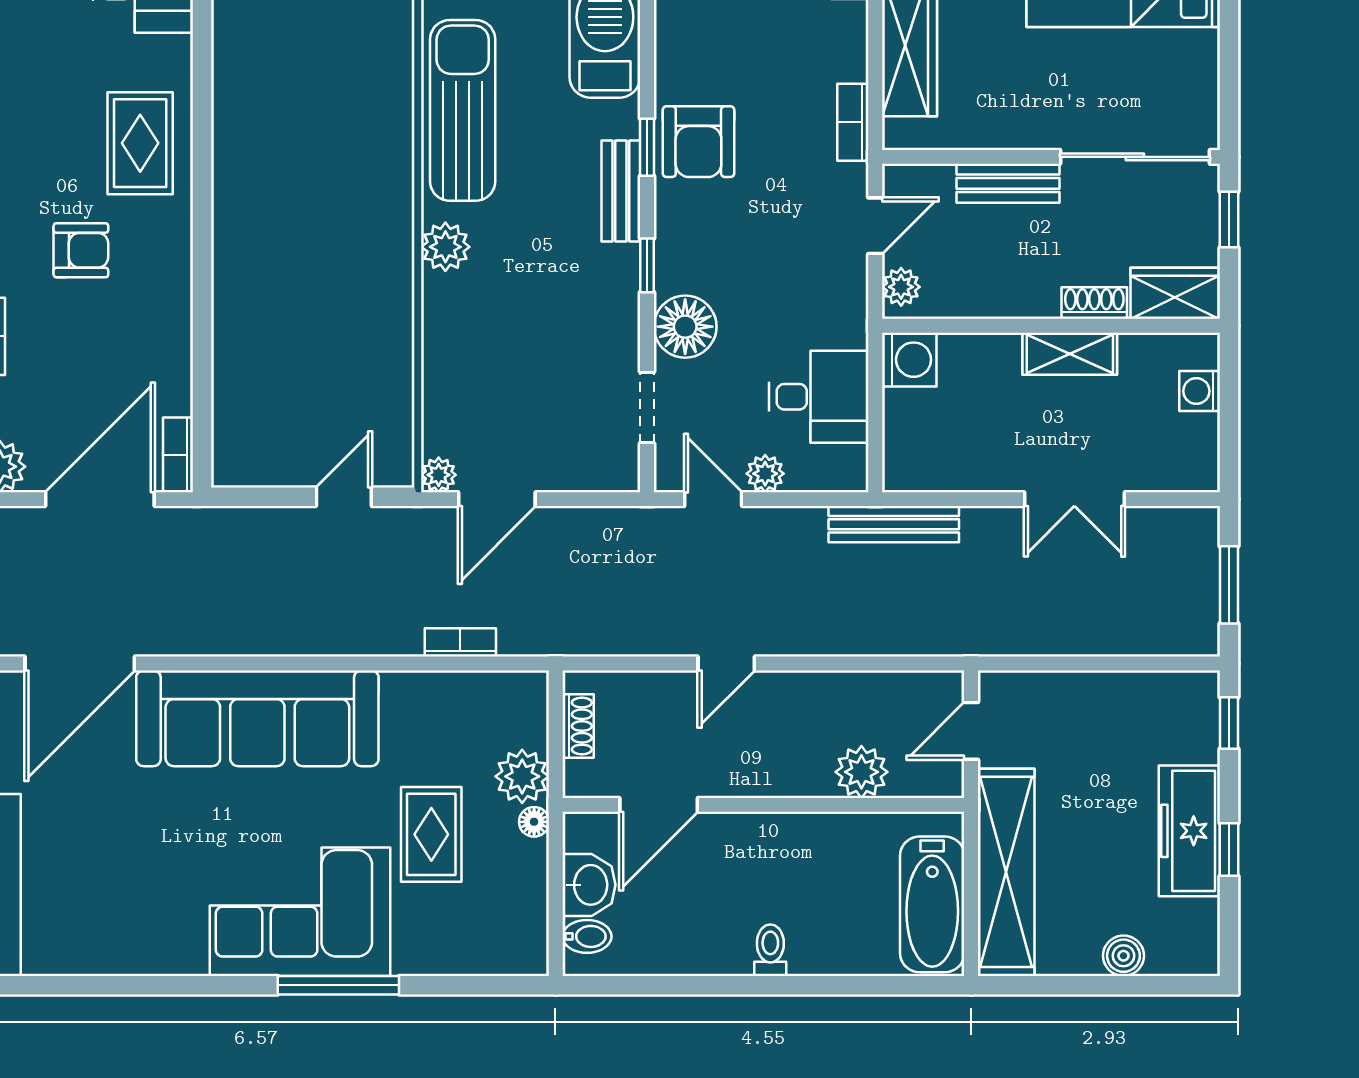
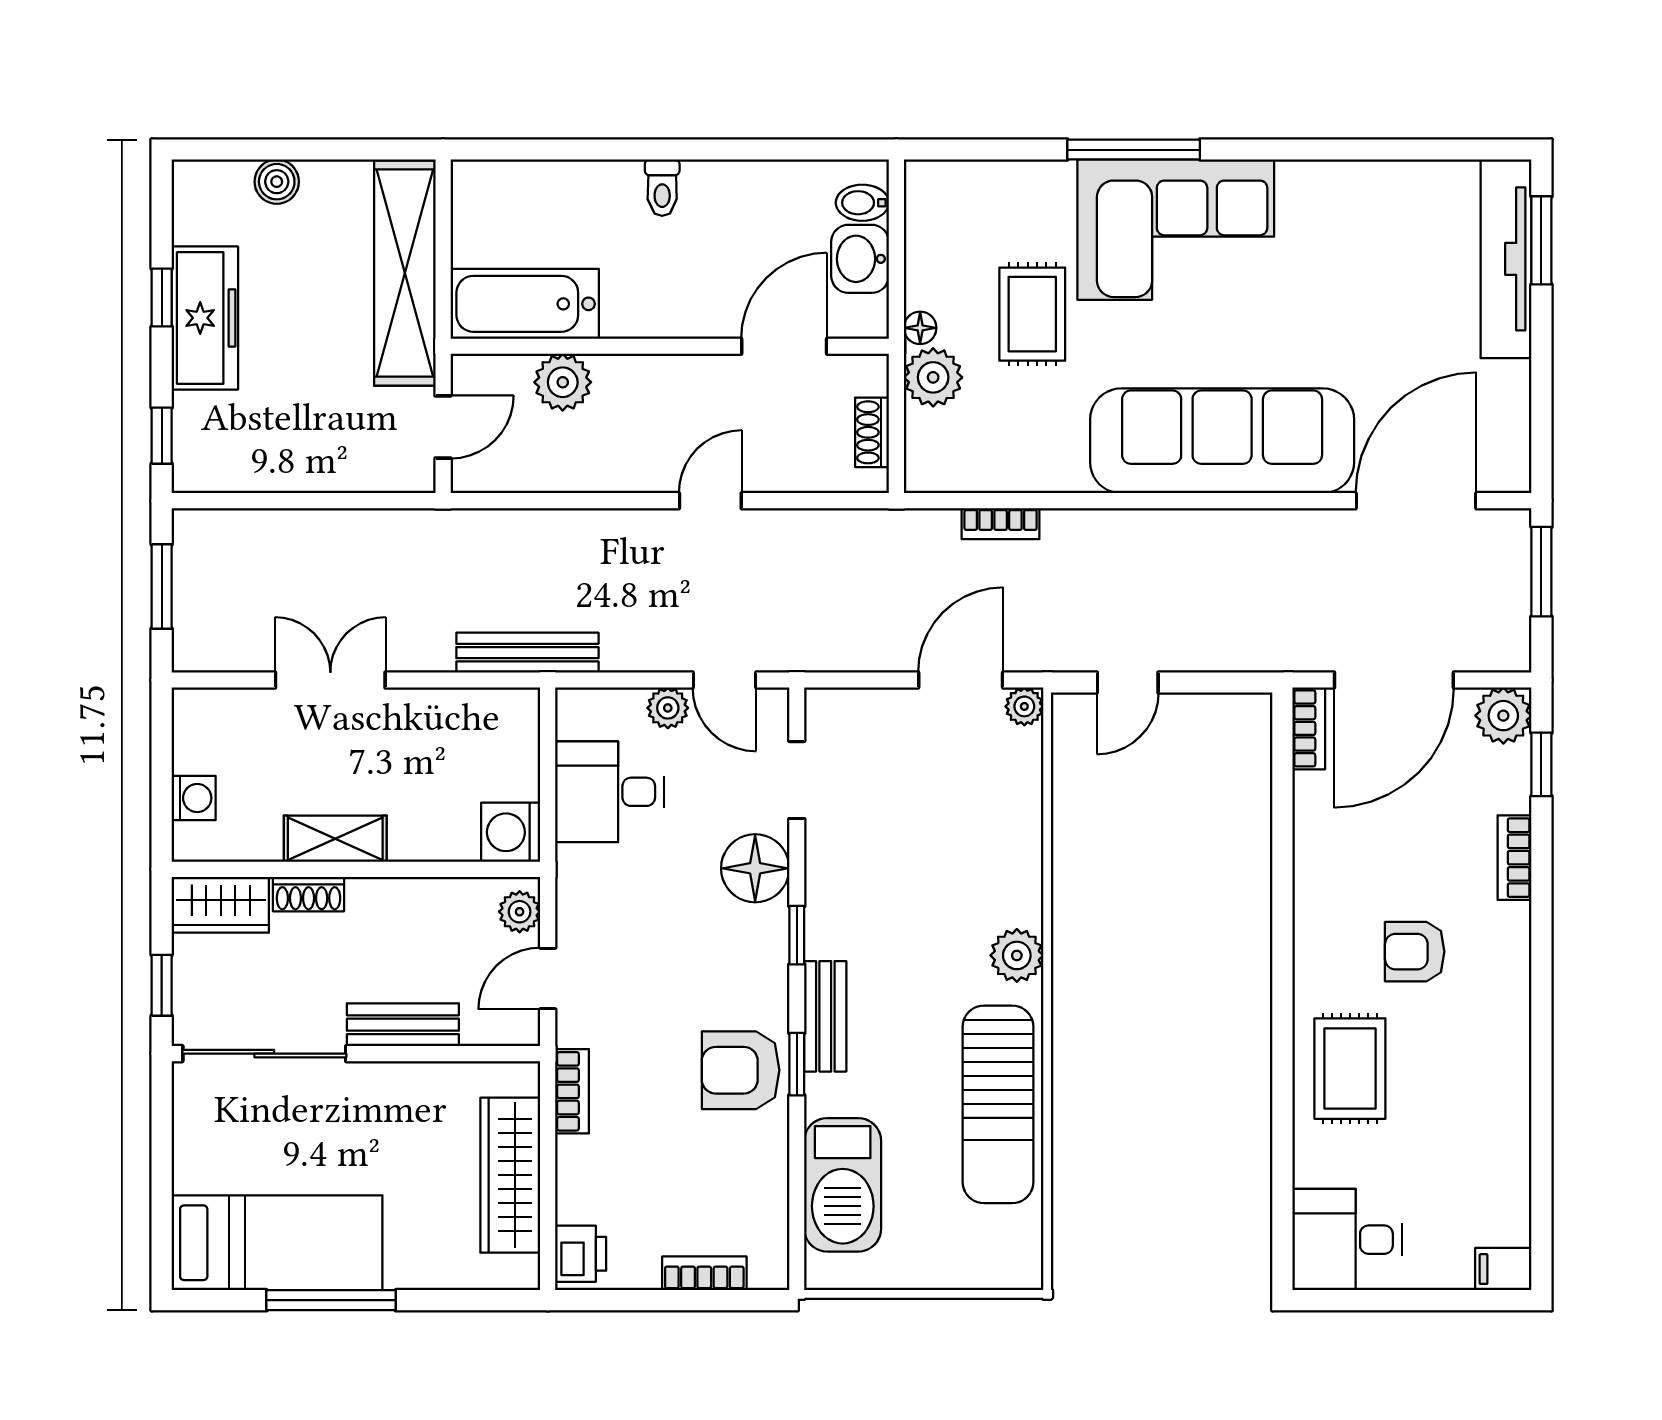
armchair: (698, 142) -> (741, 1070), turned -90
bathtub: (932, 904) -> (525, 304), moved, turned -90

